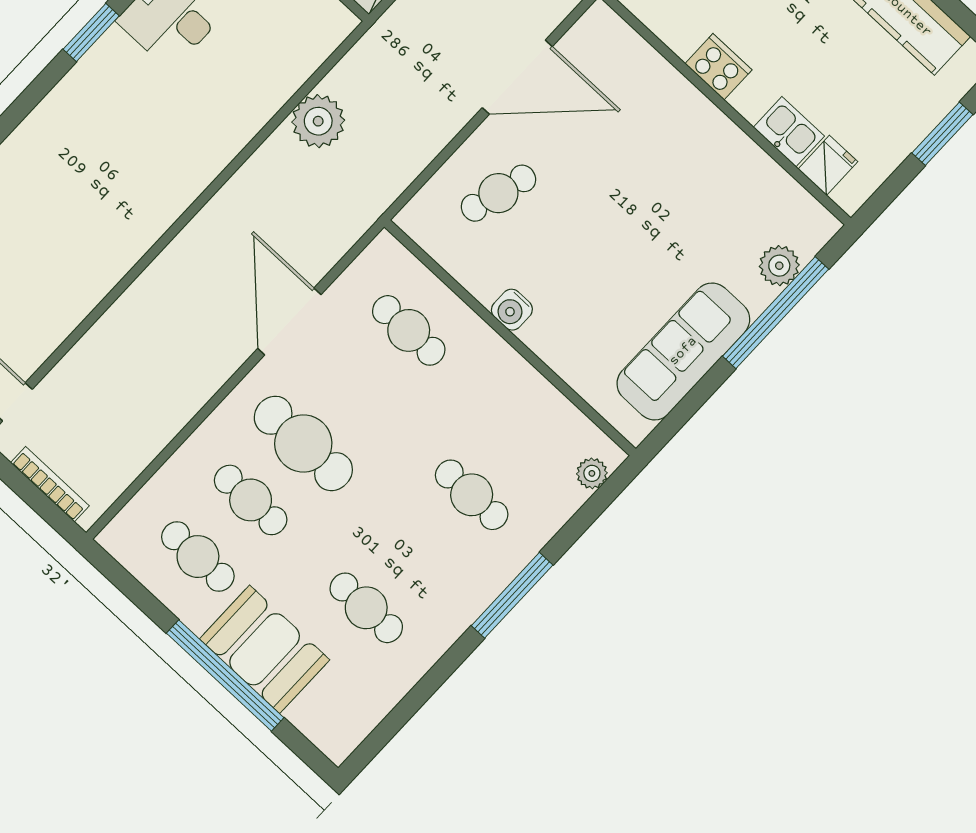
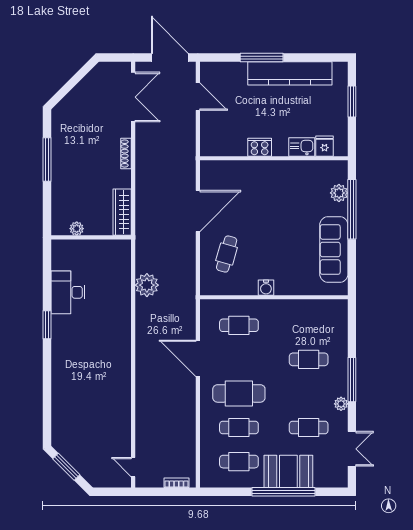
plant: (592, 473) -> (341, 404), moved
bookcase: (50, 484) -> (176, 483), width x0.64
double door: (405, 710) -> (352, 449), added

